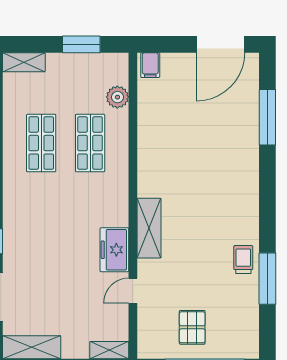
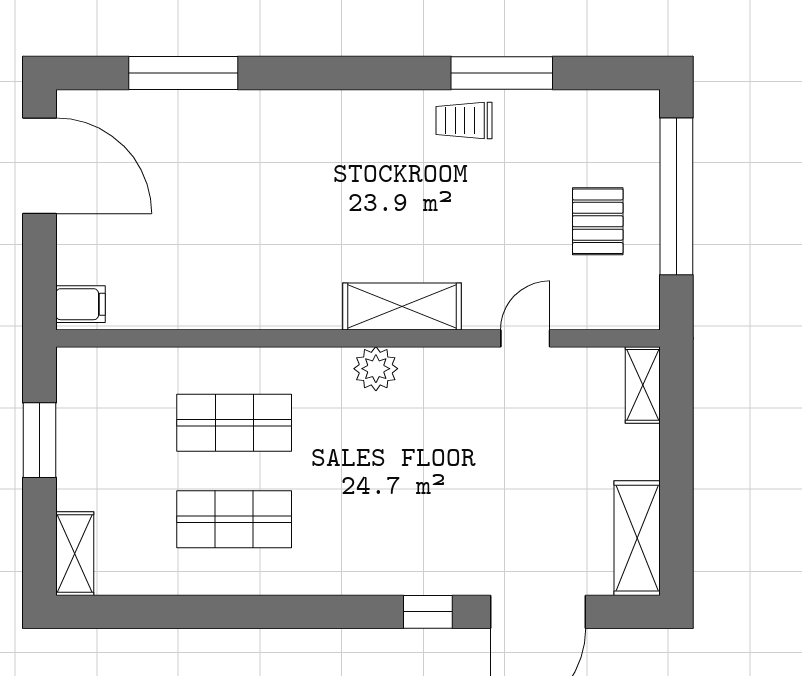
plant: (117, 97) -> (376, 369), moved
freezer: (114, 250) -> (445, 375), removed
door: (133, 291) -> (525, 338), swing flipped
pallet: (192, 327) -> (598, 221), turned 90

